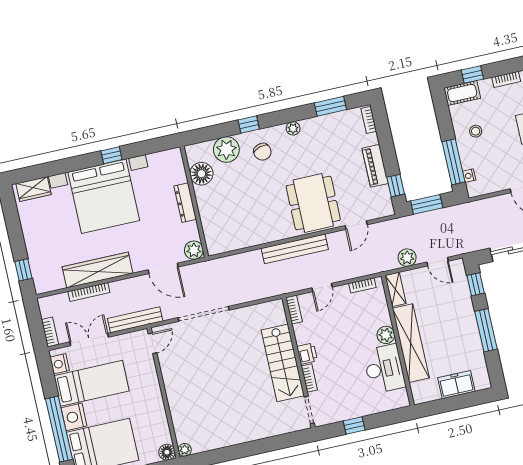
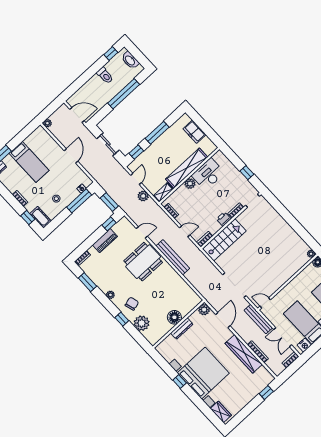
floor lamp: (201, 174) -> (174, 317), moved
stairs: (283, 363) -> (224, 240), moved

